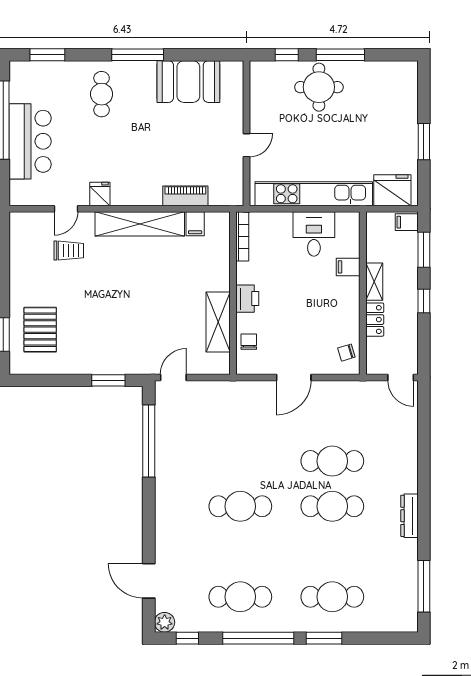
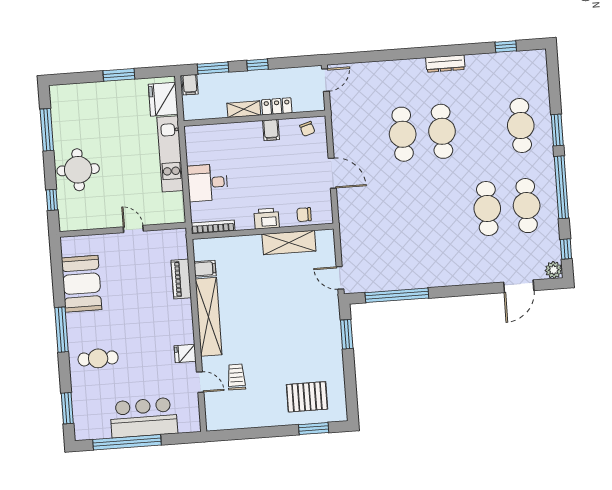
window: (340, 55) -> (47, 130), moved
kitchen unit: (314, 194) -> (170, 154), width x0.73
desk: (314, 234) -> (208, 183), moved
filing cabinet: (348, 267) -> (271, 130), moved
cafe table: (240, 506) -> (487, 208), moved
window: (424, 586) -> (506, 46), width x0.46

